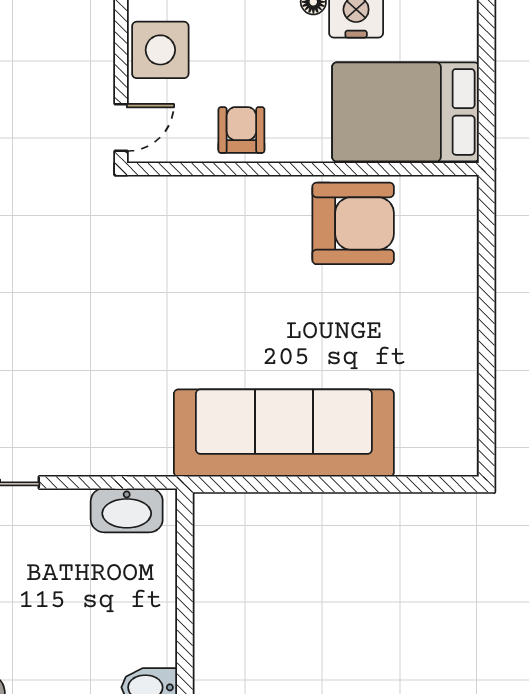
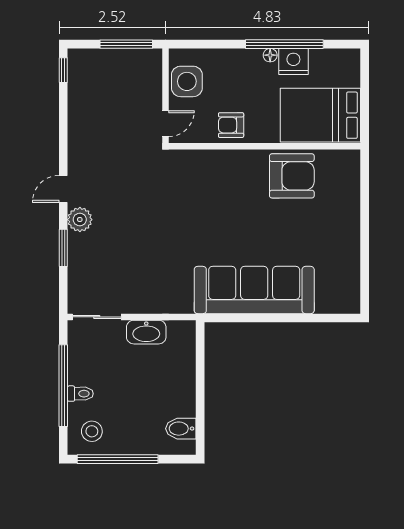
armchair: (241, 130) -> (231, 125), turned -90
washbasin: (127, 510) -> (146, 332), moved

